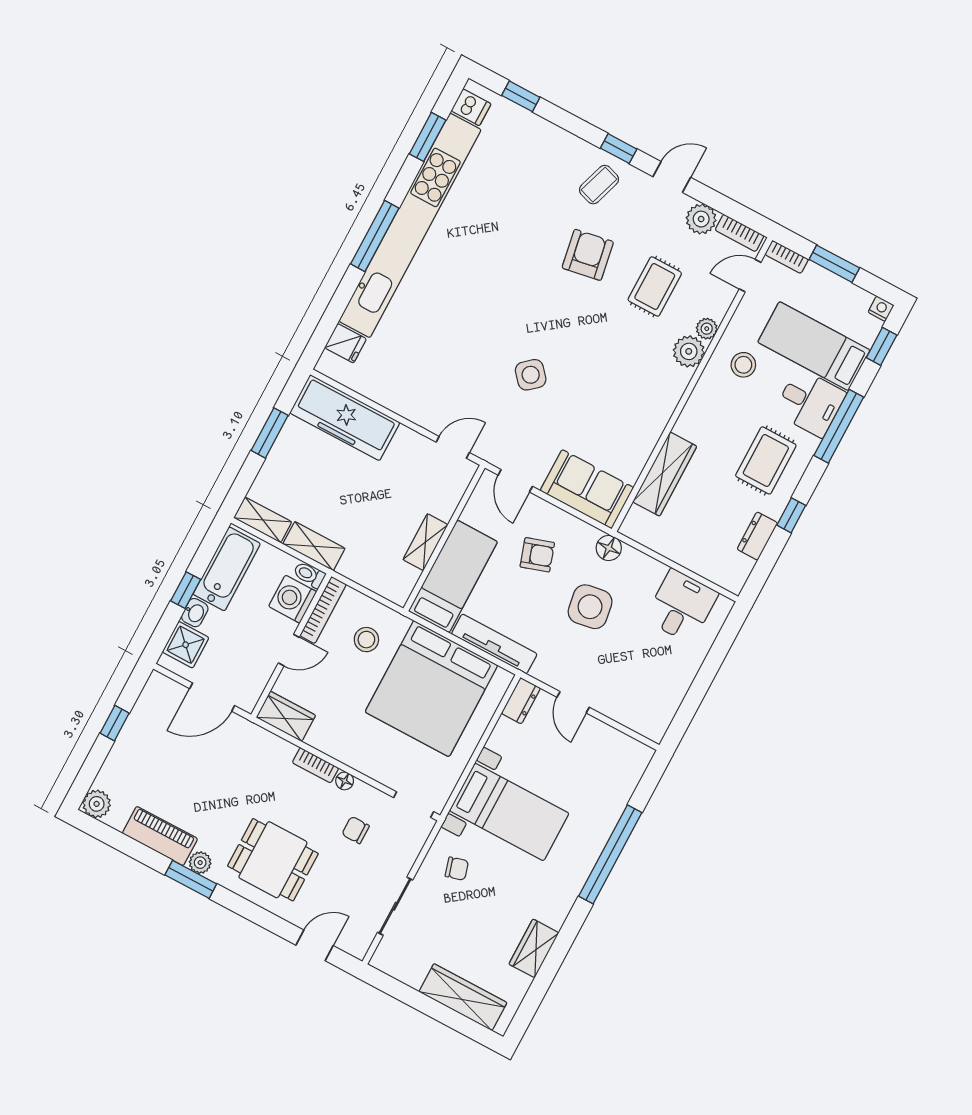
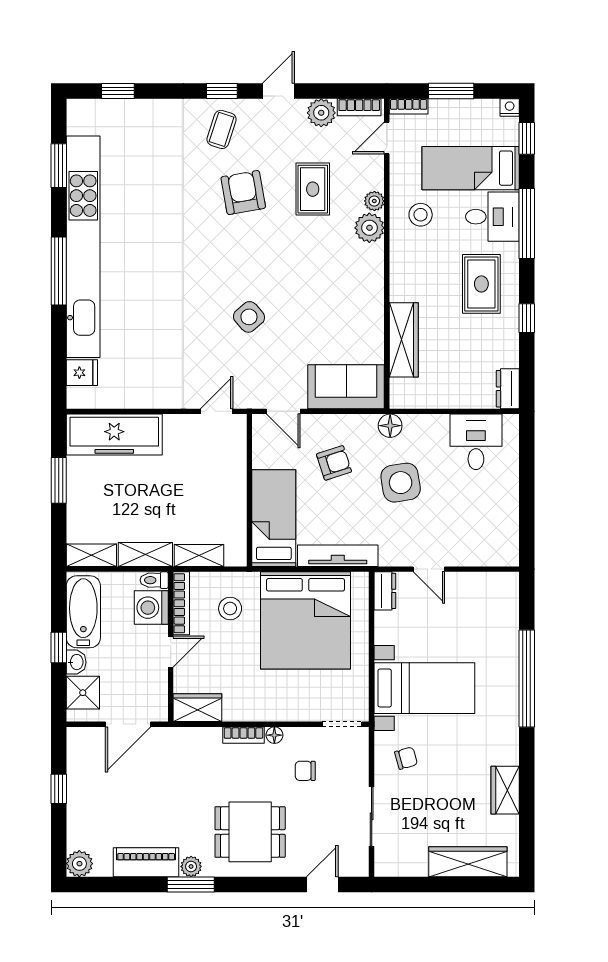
dishwasher: (471, 107) -> (82, 122), removed
dresser: (757, 536) -> (508, 389), moved
shelving: (425, 542) -> (199, 555), moved, turned 90

